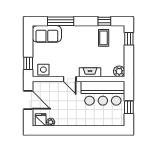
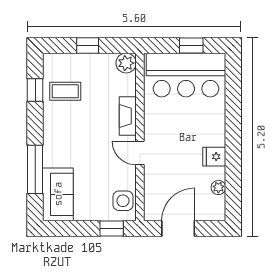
window: (129, 39) -> (88, 45), moved
door: (70, 79) -> (140, 153), swing flipped
bar counter: (103, 93) -> (186, 75), moved, turned 90
fridge: (41, 120) -> (214, 157), moved

